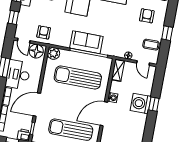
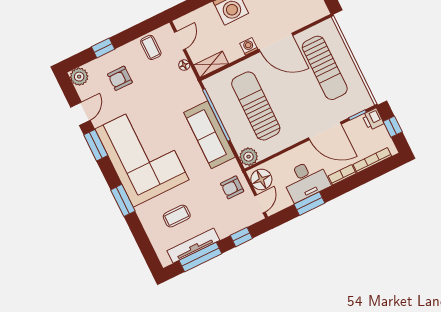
window: (167, 33) -> (103, 48), moved
sofa: (86, 42) -> (210, 135), width x1.36
sun lounger: (78, 78) -> (256, 106), turned 180

